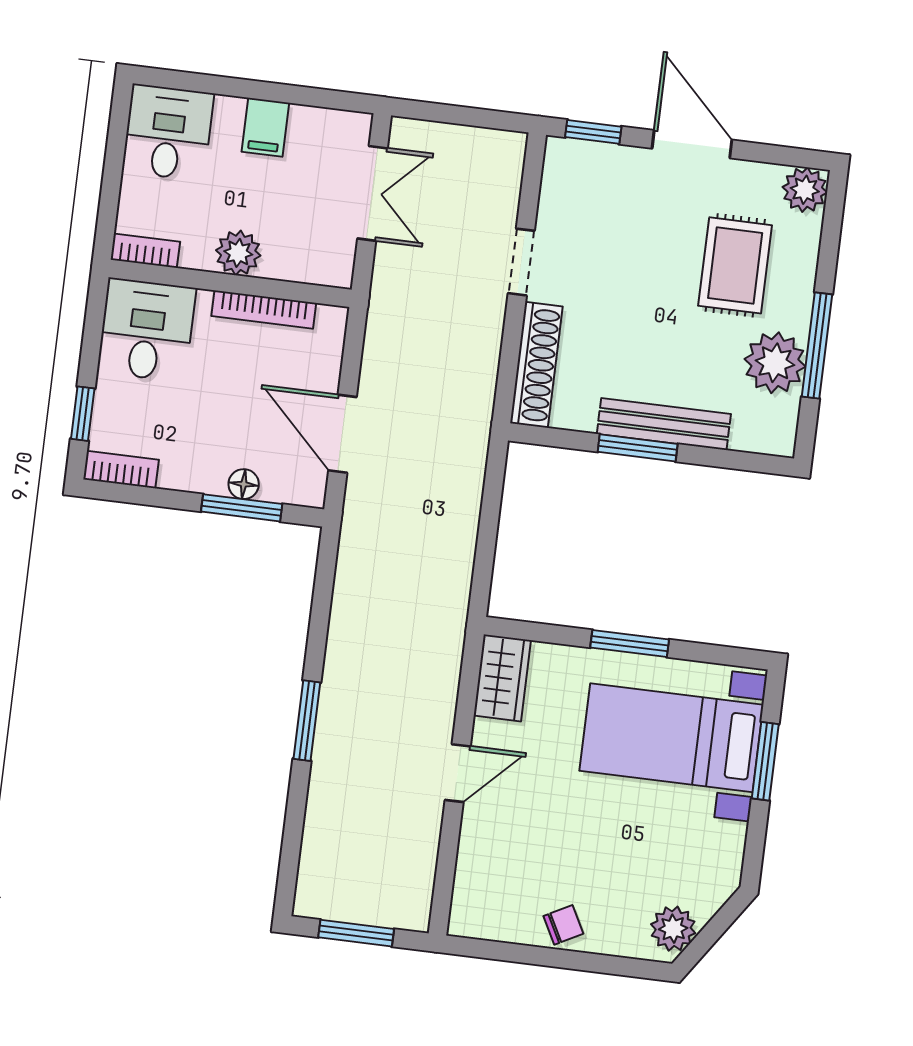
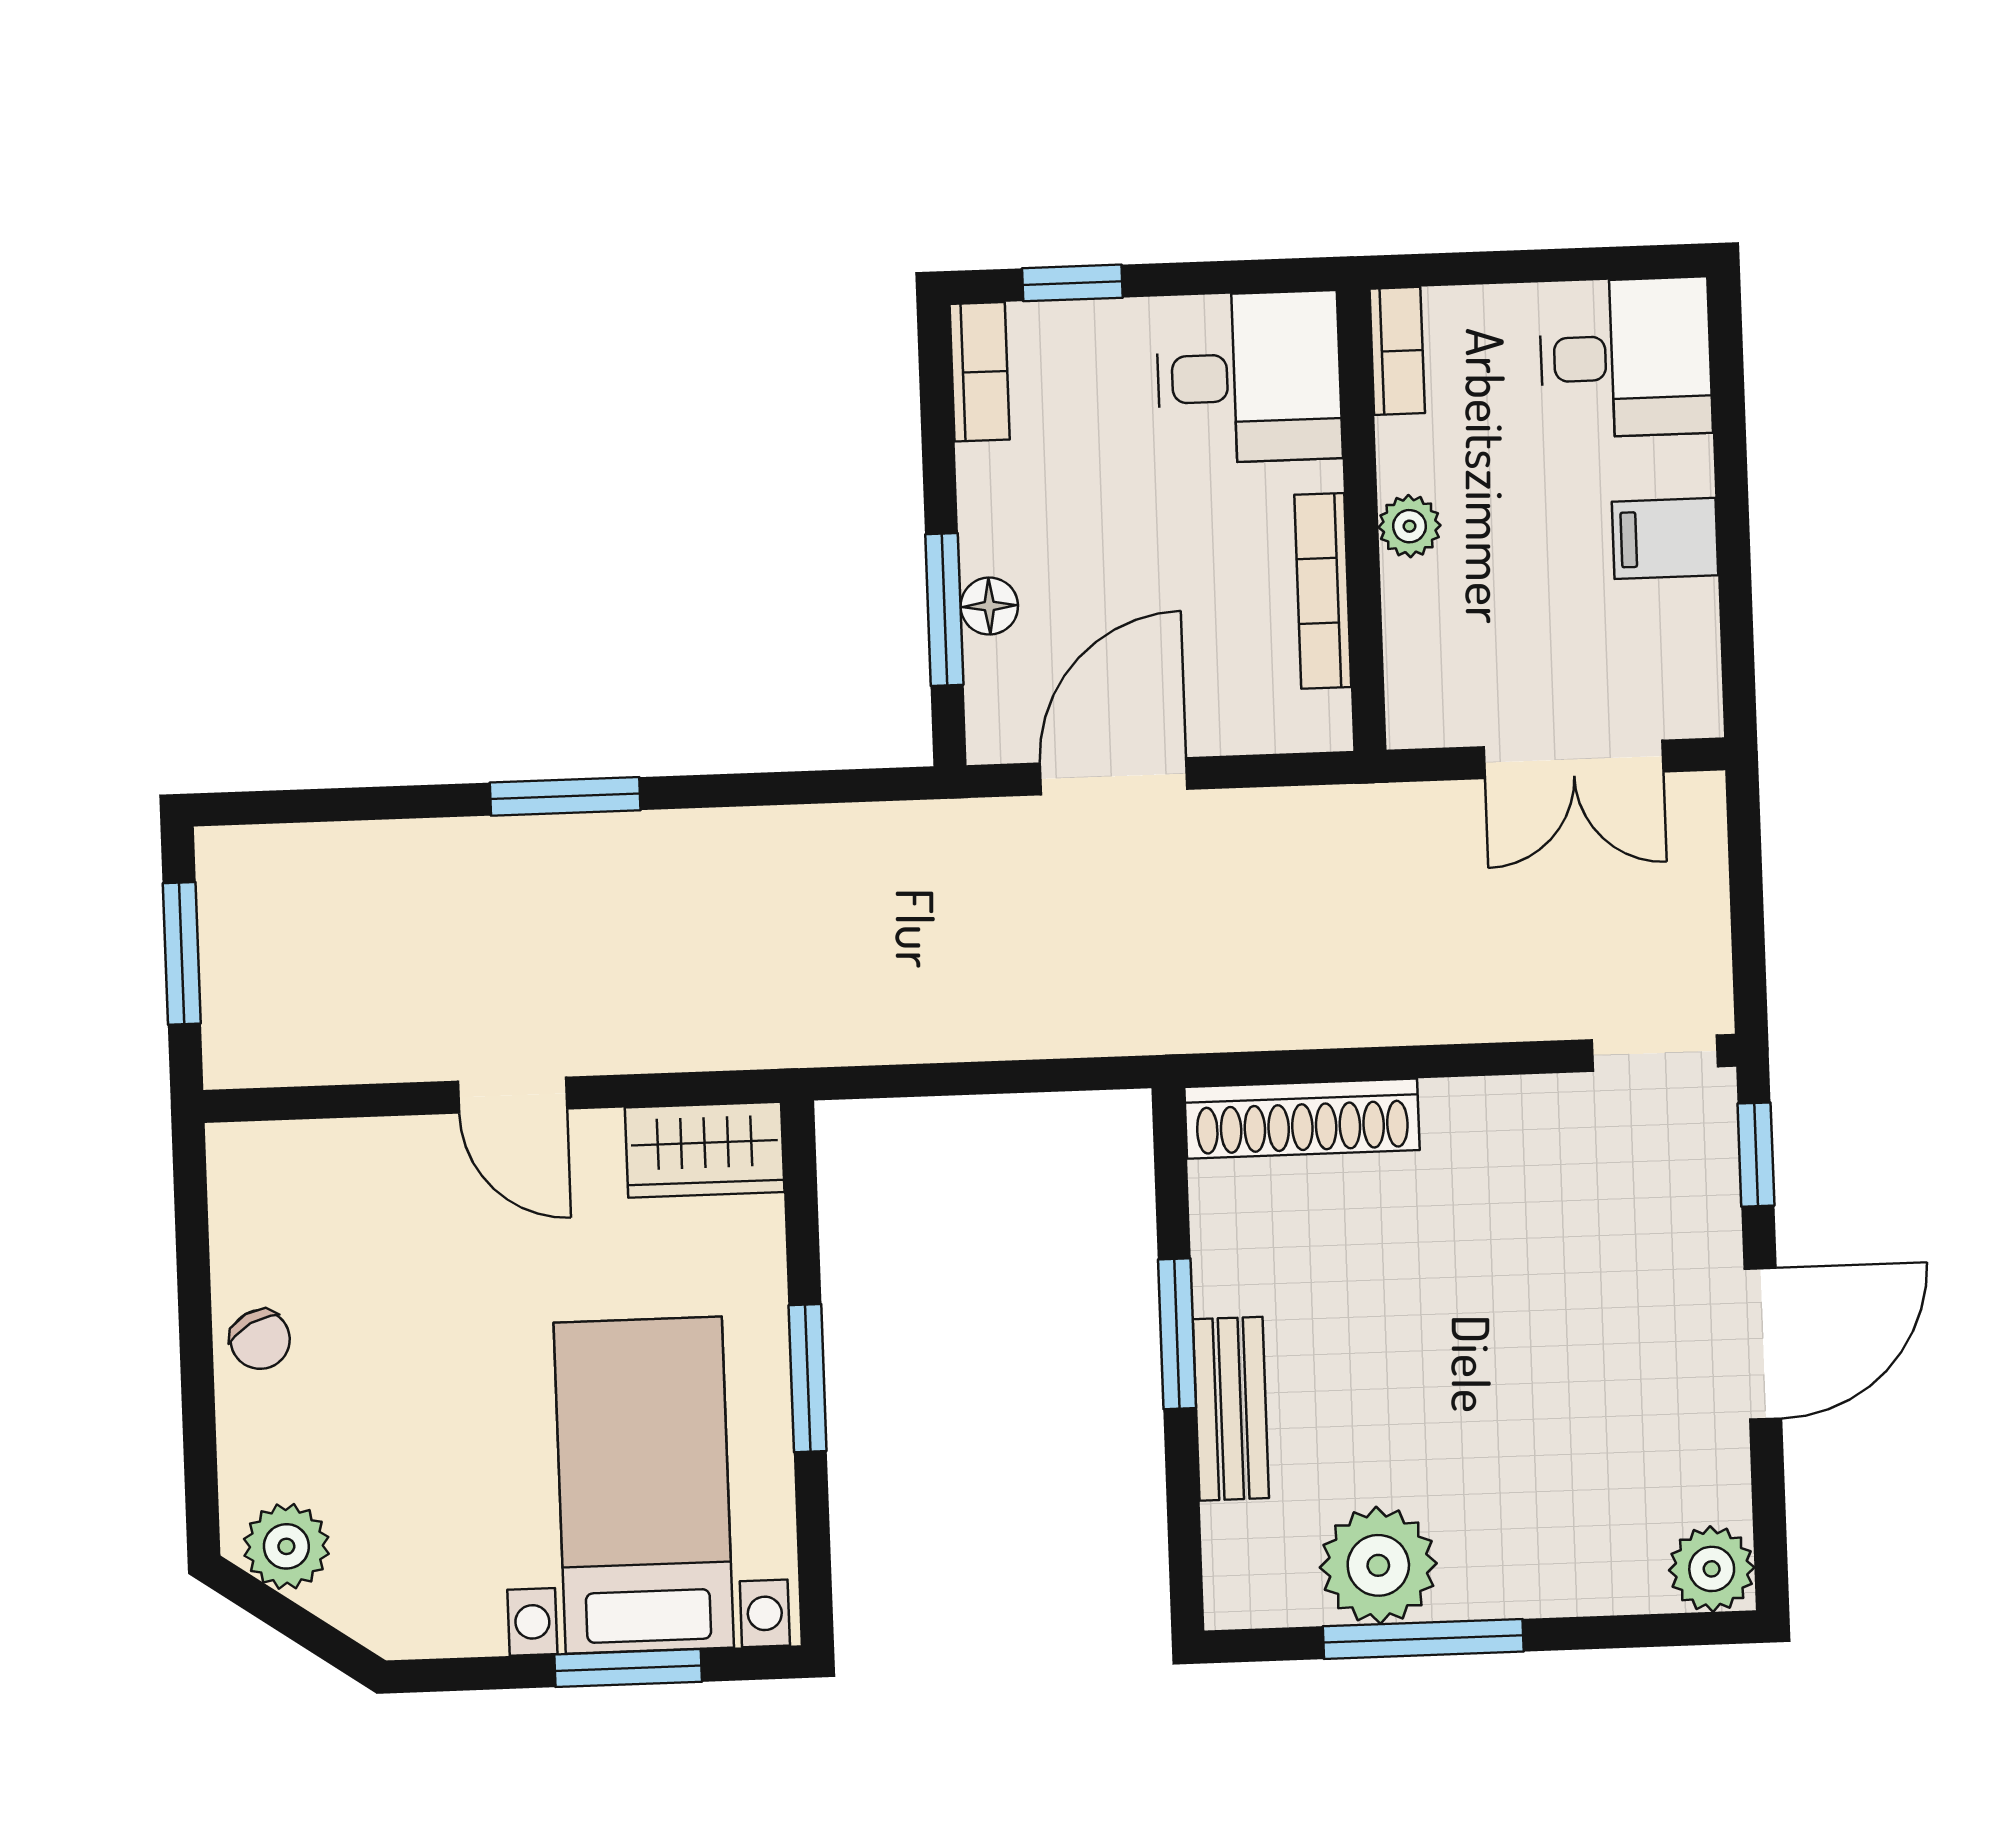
plant: (238, 253) -> (1410, 526), width x0.73, depth x0.73
doorway: (521, 262) -> (1655, 1053), moved
rug: (735, 265) -> (1548, 1461), removed
bench: (664, 424) -> (1231, 1409), width x0.73

